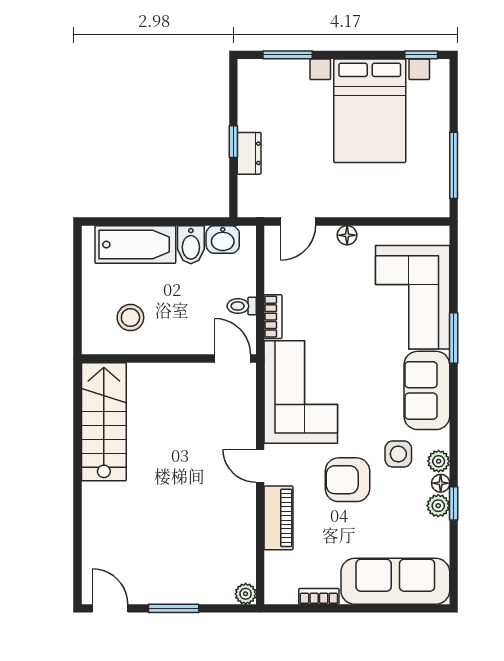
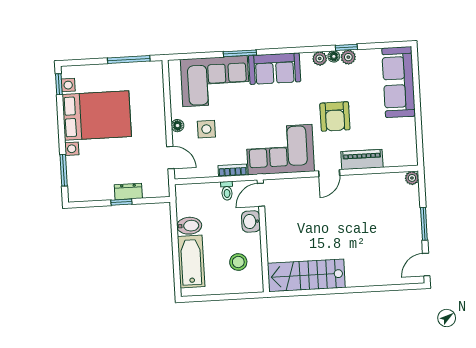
washbasin: (223, 239) -> (251, 221), moved, turned 180
side table: (398, 454) -> (206, 129), moved
bookcase: (319, 596) -> (411, 131), removed

